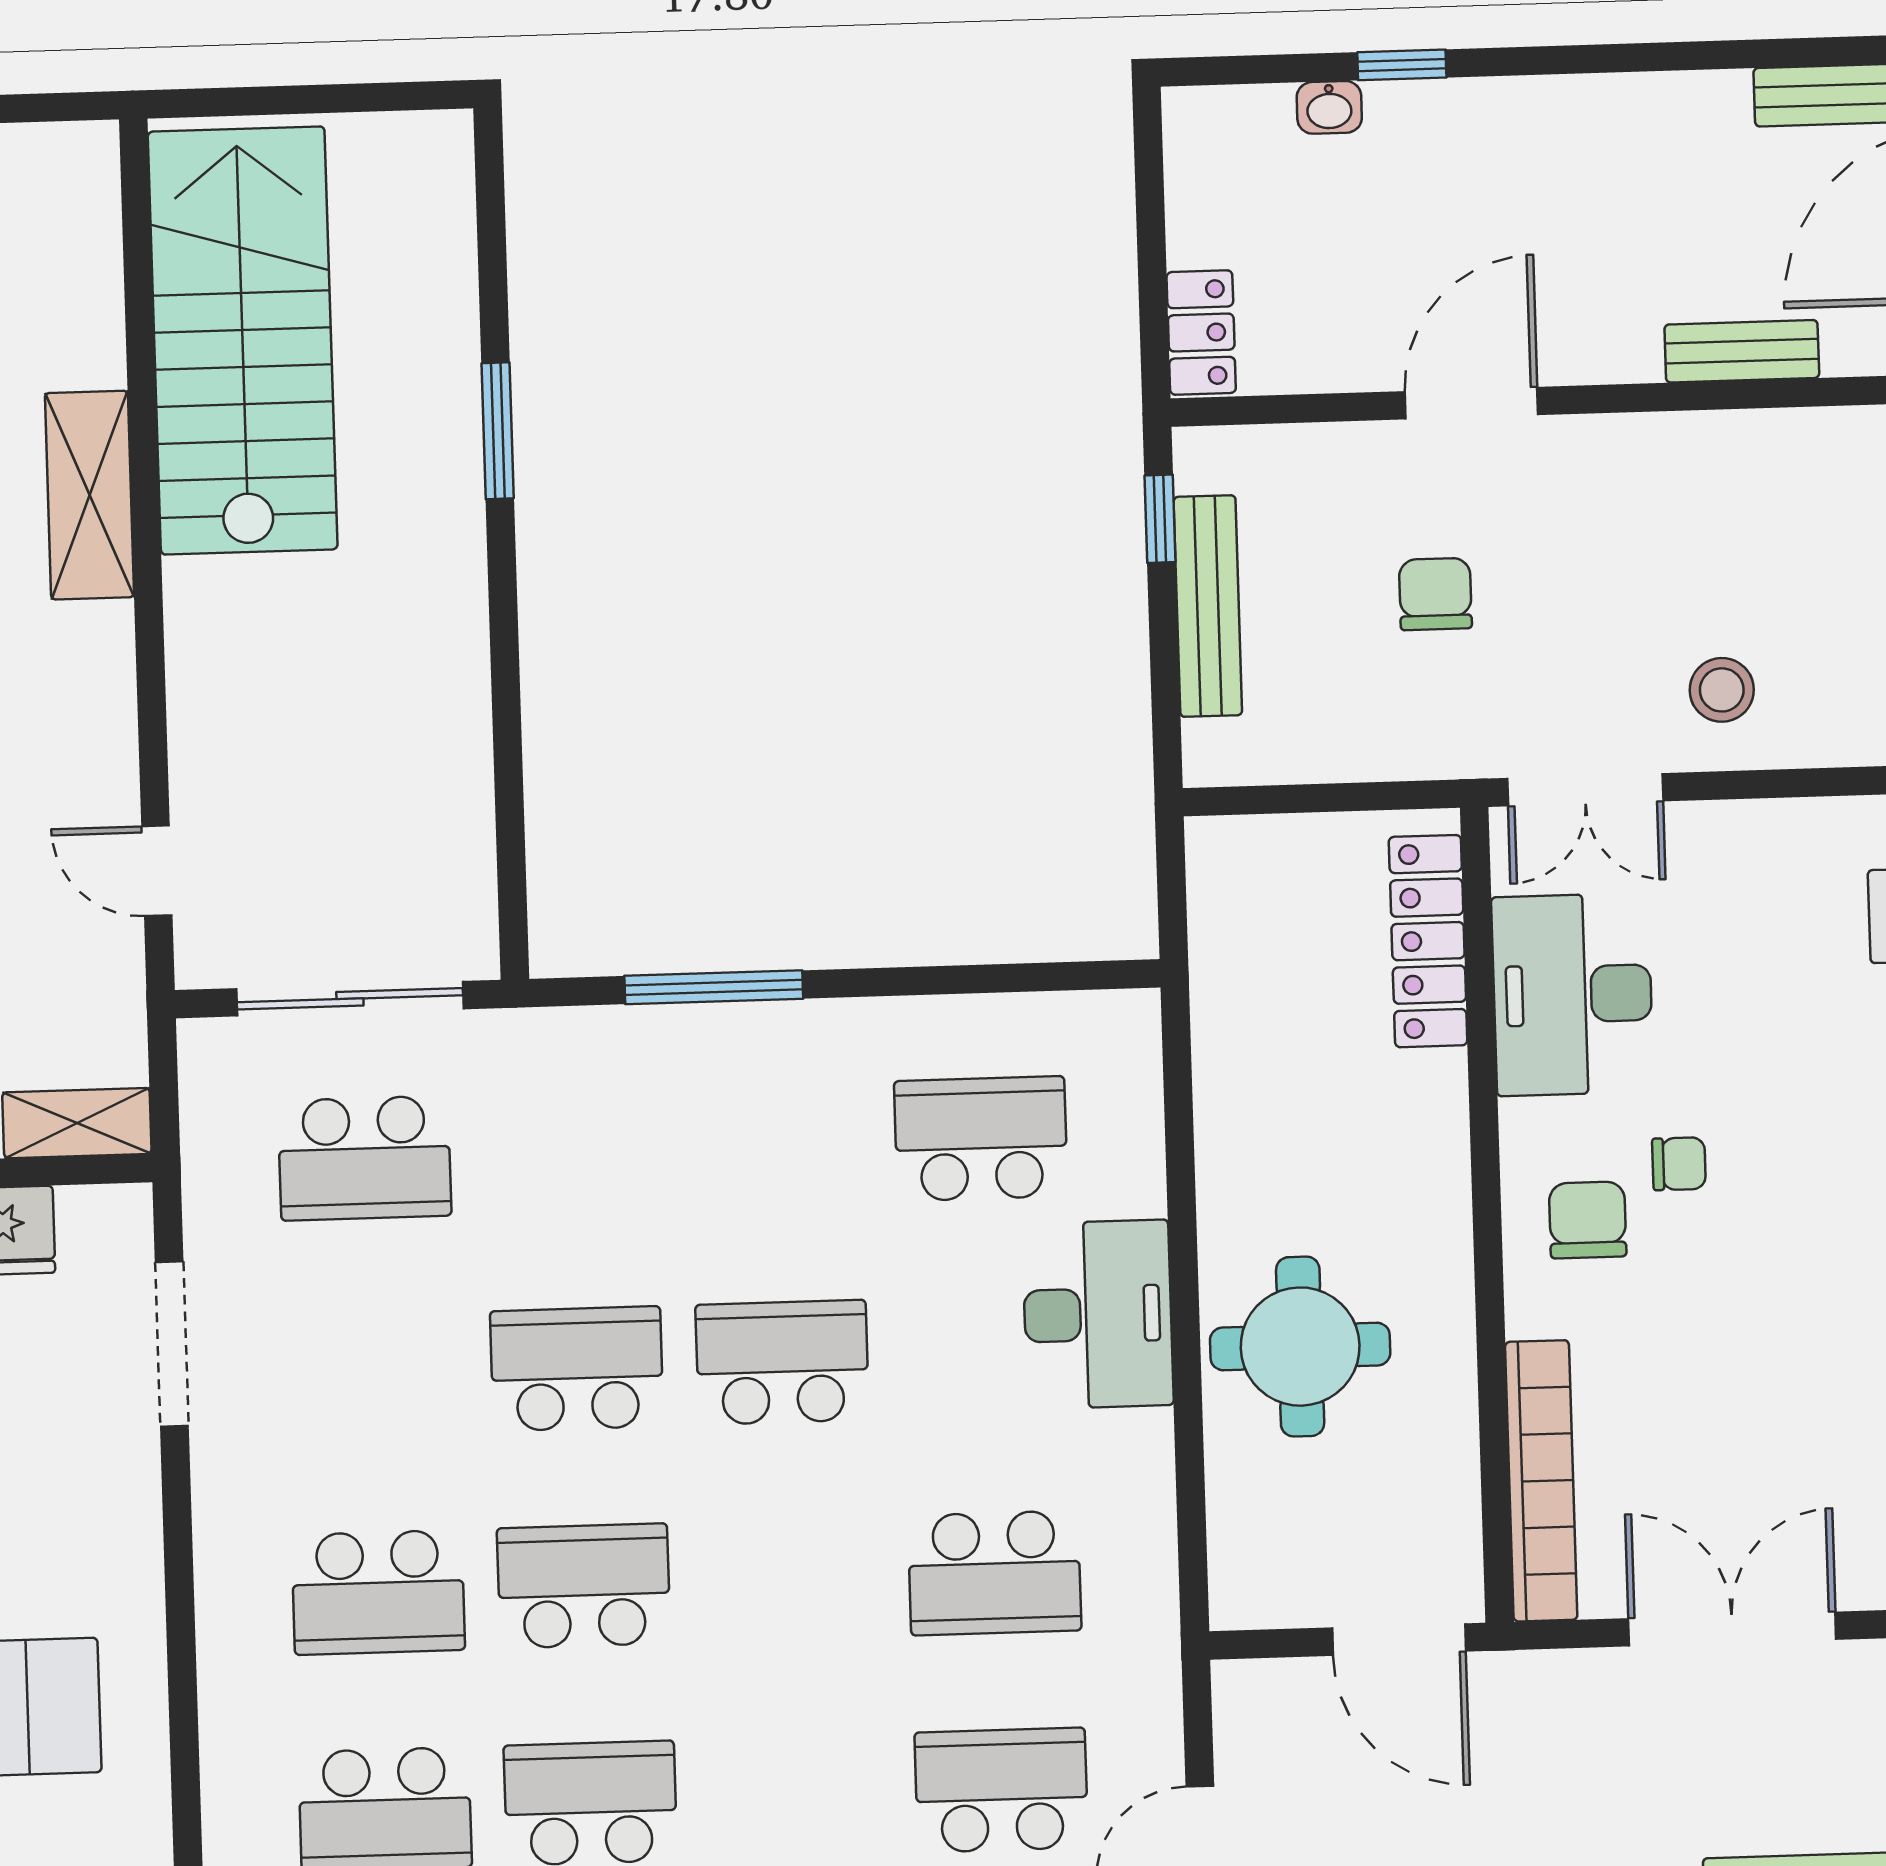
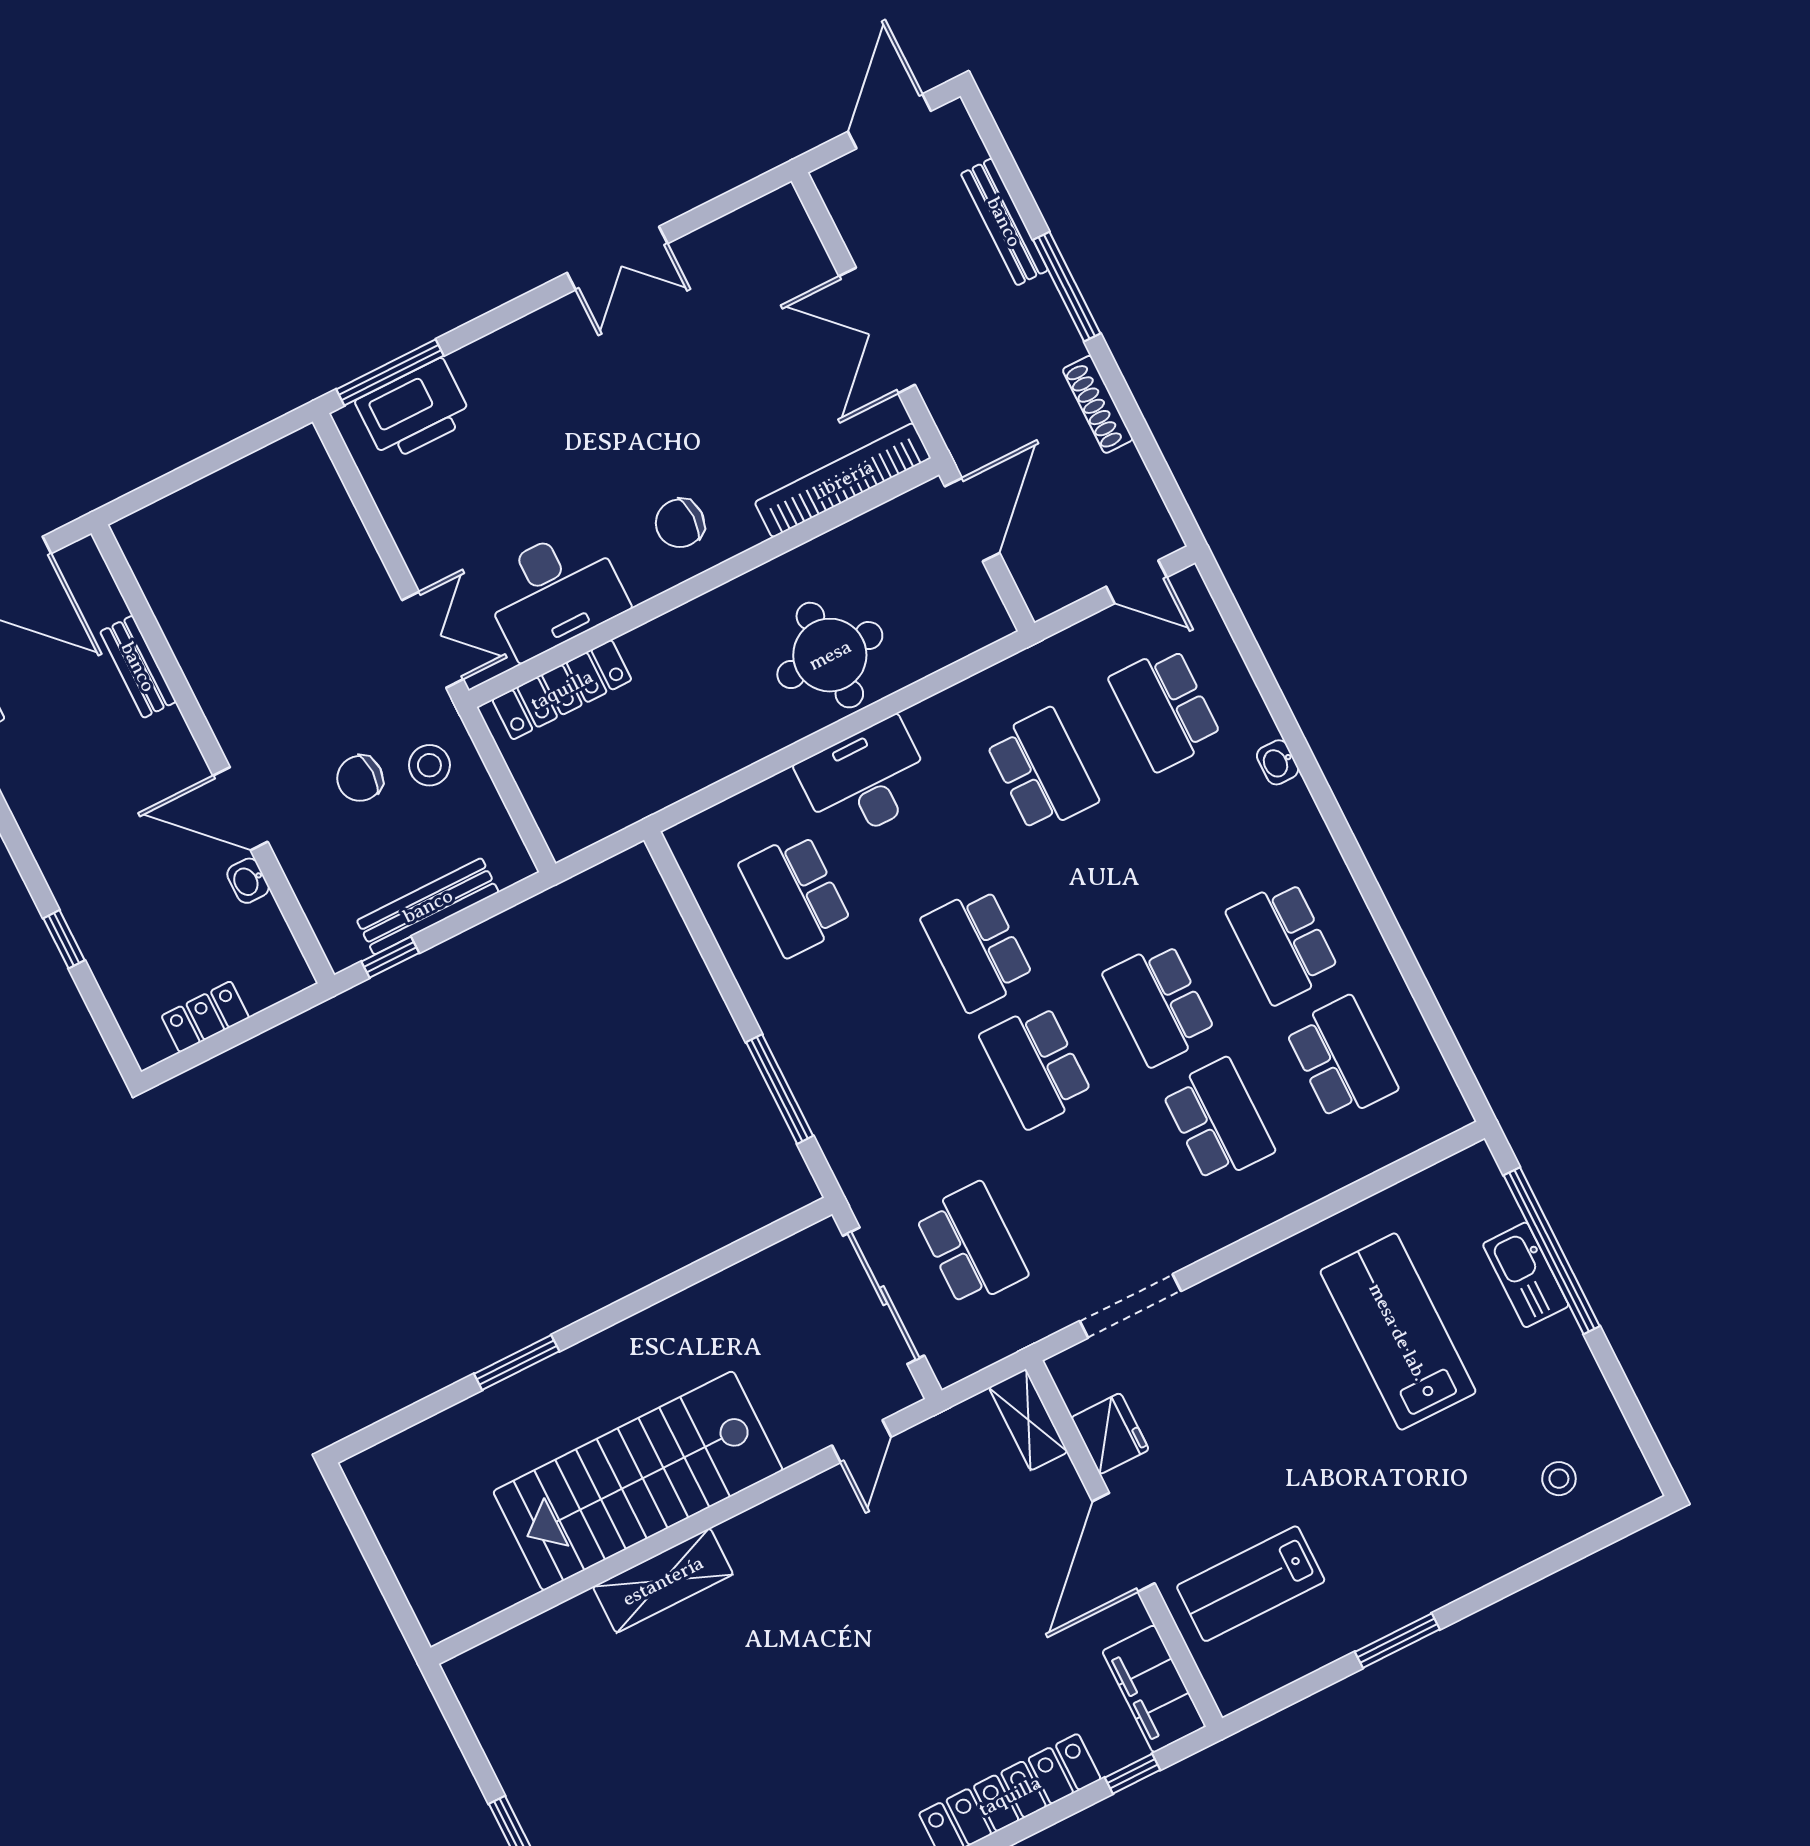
washbasin: (1329, 107) -> (248, 881), moved, turned 180
locker: (1201, 333) -> (205, 1017), moved
stairs: (243, 340) -> (638, 1481), moved
stool: (1722, 690) -> (429, 765), moved
chair: (1679, 1164) -> (623, 486), removed

